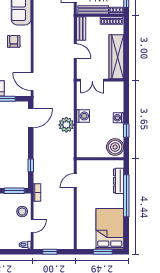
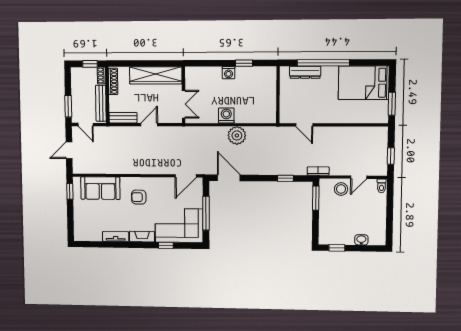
boiler: (115, 147) -> (264, 77), removed
door: (32, 226) -> (359, 177), swing flipped
window: (103, 252) -> (392, 104), moved

